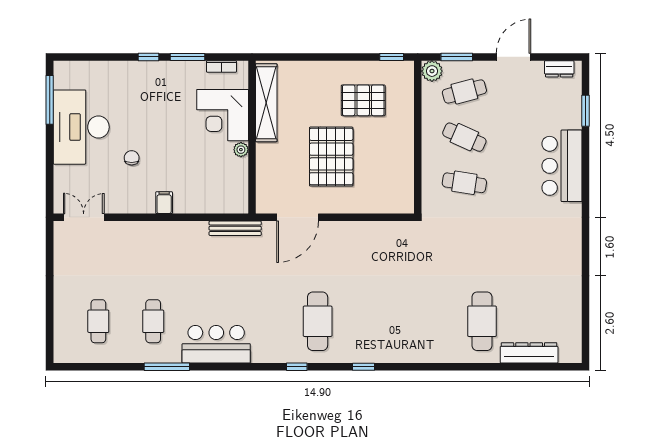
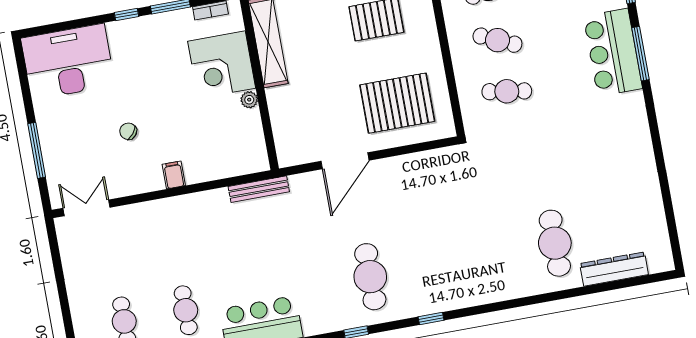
window: (50, 100) -> (37, 150), moved
desk: (81, 127) -> (68, 62), moved, turned 90
pallet: (331, 157) -> (397, 103), moved, turned 90
chair: (132, 158) -> (128, 131), turned -51
window: (586, 171) -> (640, 54), added
door: (298, 217) -> (345, 161), moved

